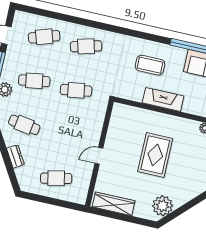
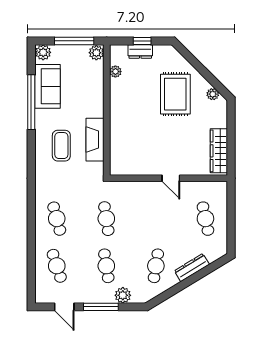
fireplace: (163, 99) -> (95, 140), moved
rug: (155, 155) -> (175, 94), moved, turned 90
dresser: (15, 156) -> (192, 268), width x1.44
plant: (163, 206) -> (213, 94), width x0.53, depth x0.53

